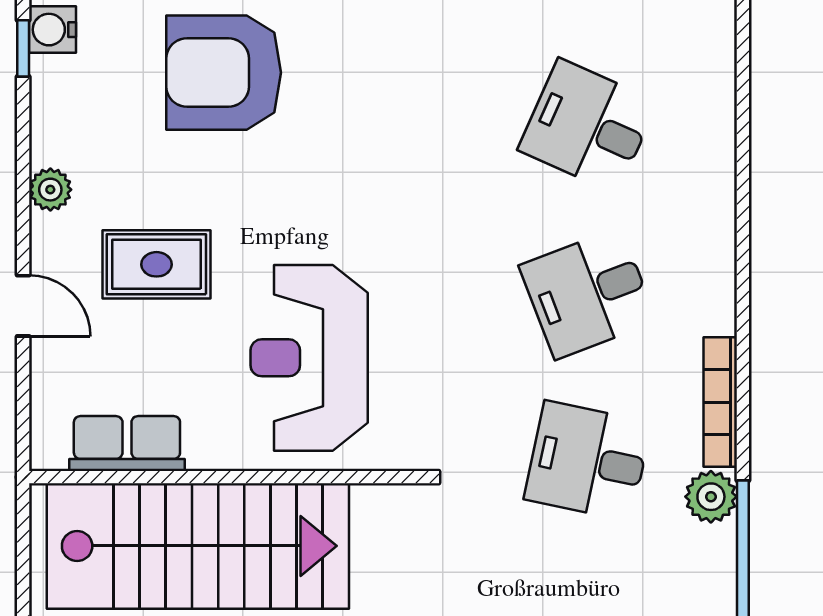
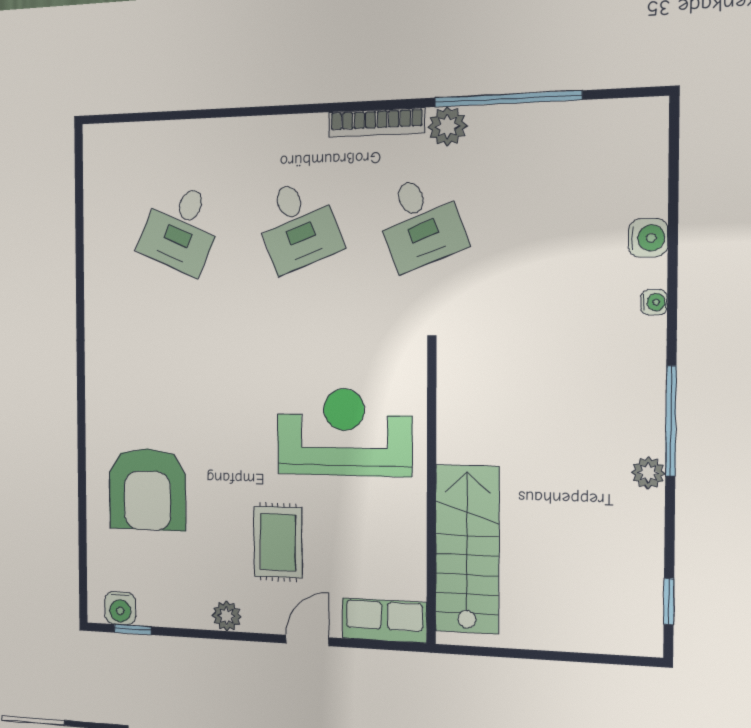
reception desk: (309, 358) -> (344, 432), turned 180
row of seats: (127, 444) -> (384, 620), moved, turned 90
desk: (588, 461) -> (420, 222), turned -33
stairs: (198, 546) -> (467, 549), width x0.73, depth x0.66

